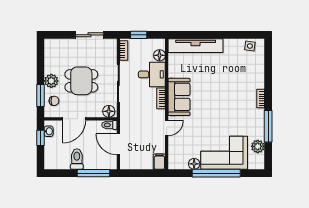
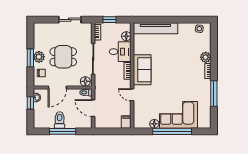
window: (41, 95) -> (30, 58), moved
door: (167, 128) -> (132, 95), swing flipped
plant: (258, 146) -> (206, 57), moved
window: (93, 173) -> (63, 131), moved

